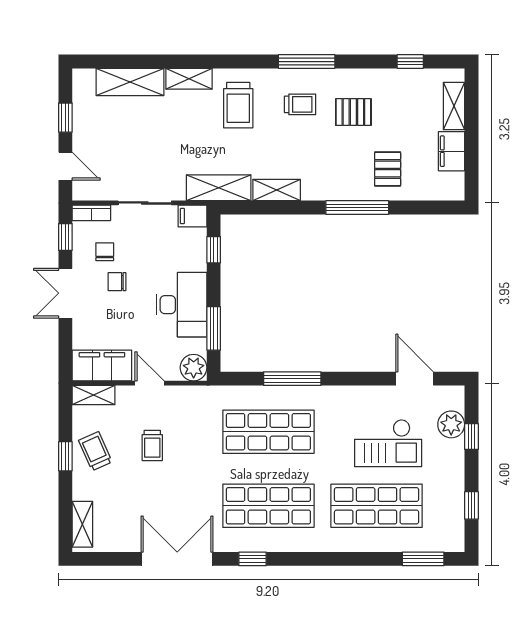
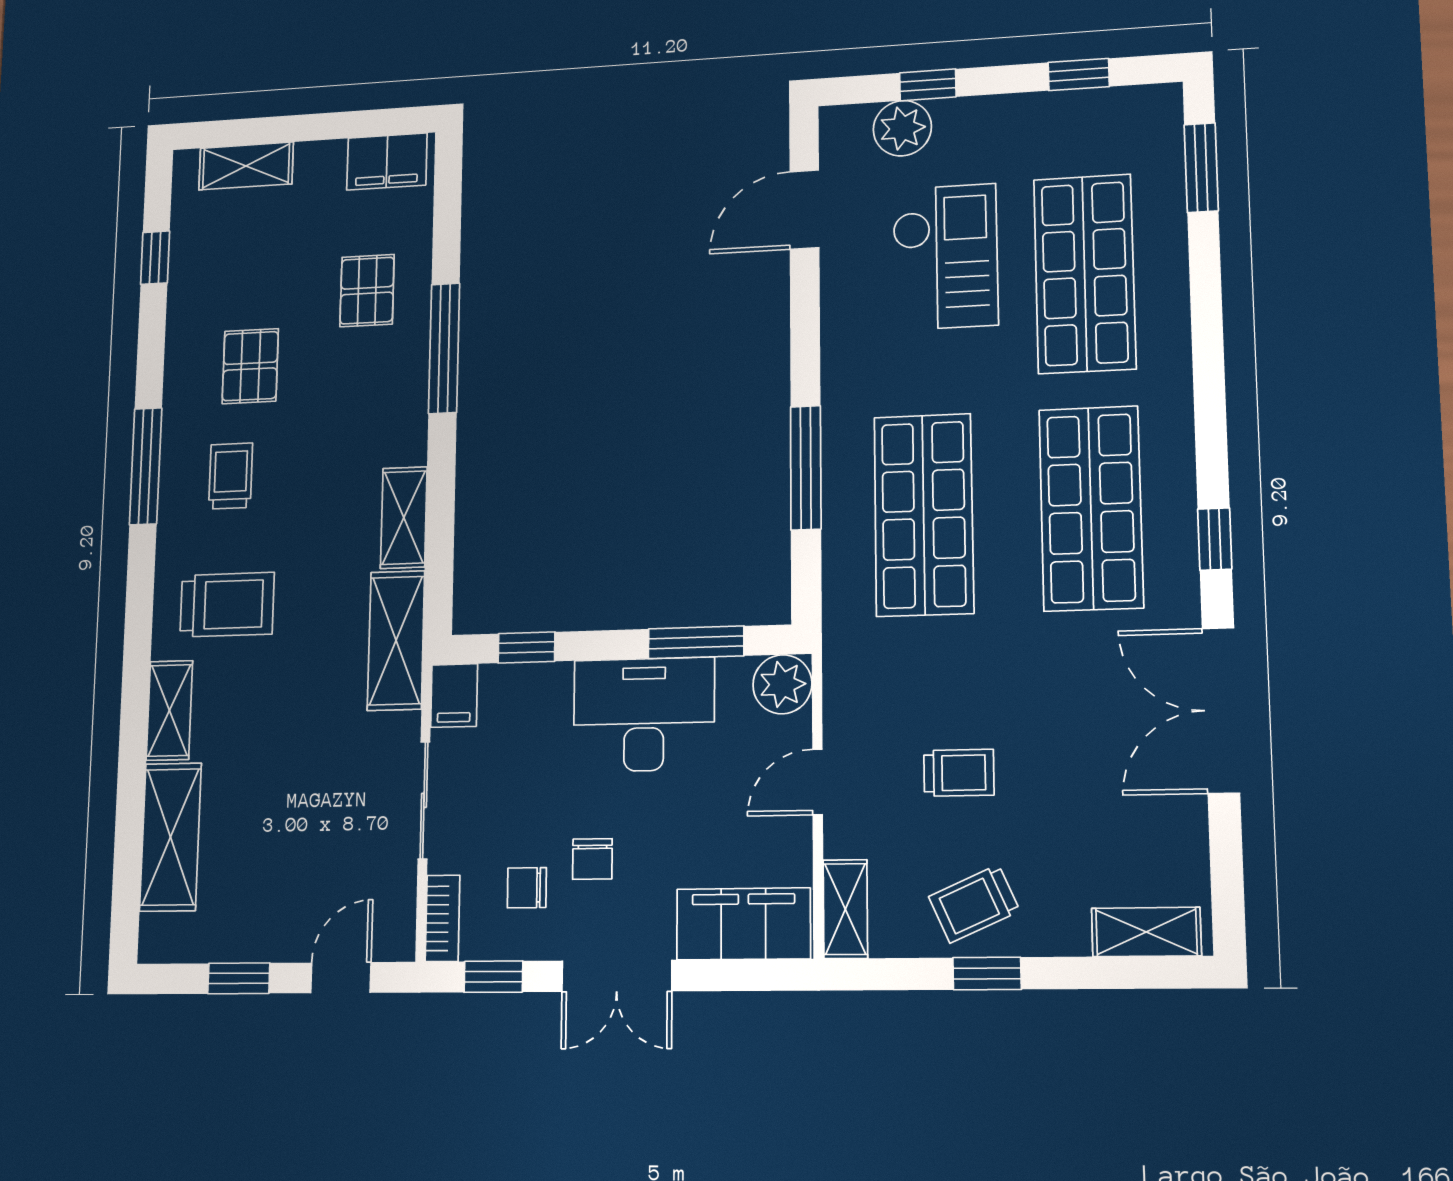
filing cabinet: (451, 151) -> (387, 162), moved
pallet: (388, 169) -> (367, 291), turned 90
filing cabinet: (102, 365) -> (743, 924), moved, turned 90

